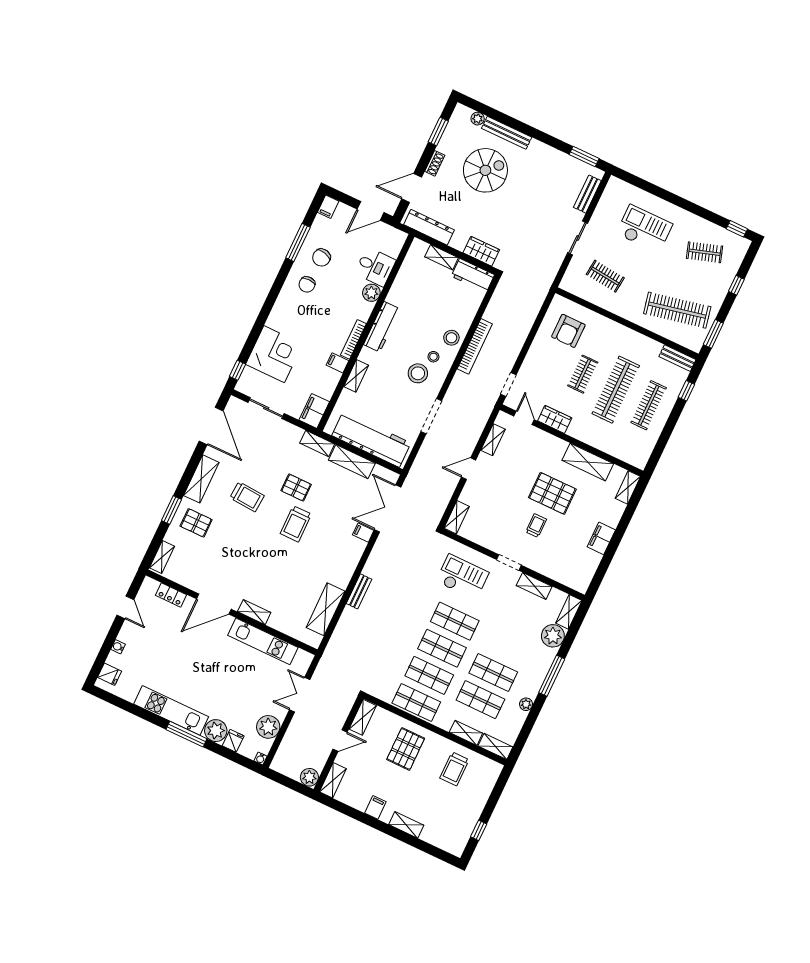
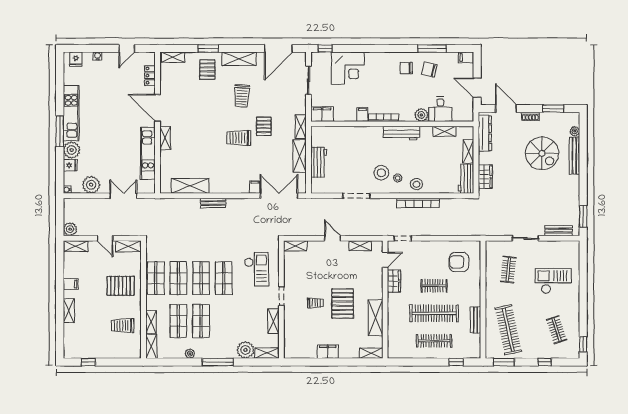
checkout: (644, 229) -> (553, 281), turned -90
bench: (677, 358) -> (476, 320), moved
shelving: (356, 376) -> (444, 131), moved
workbench: (371, 439) -> (319, 162), width x0.53, depth x0.76

